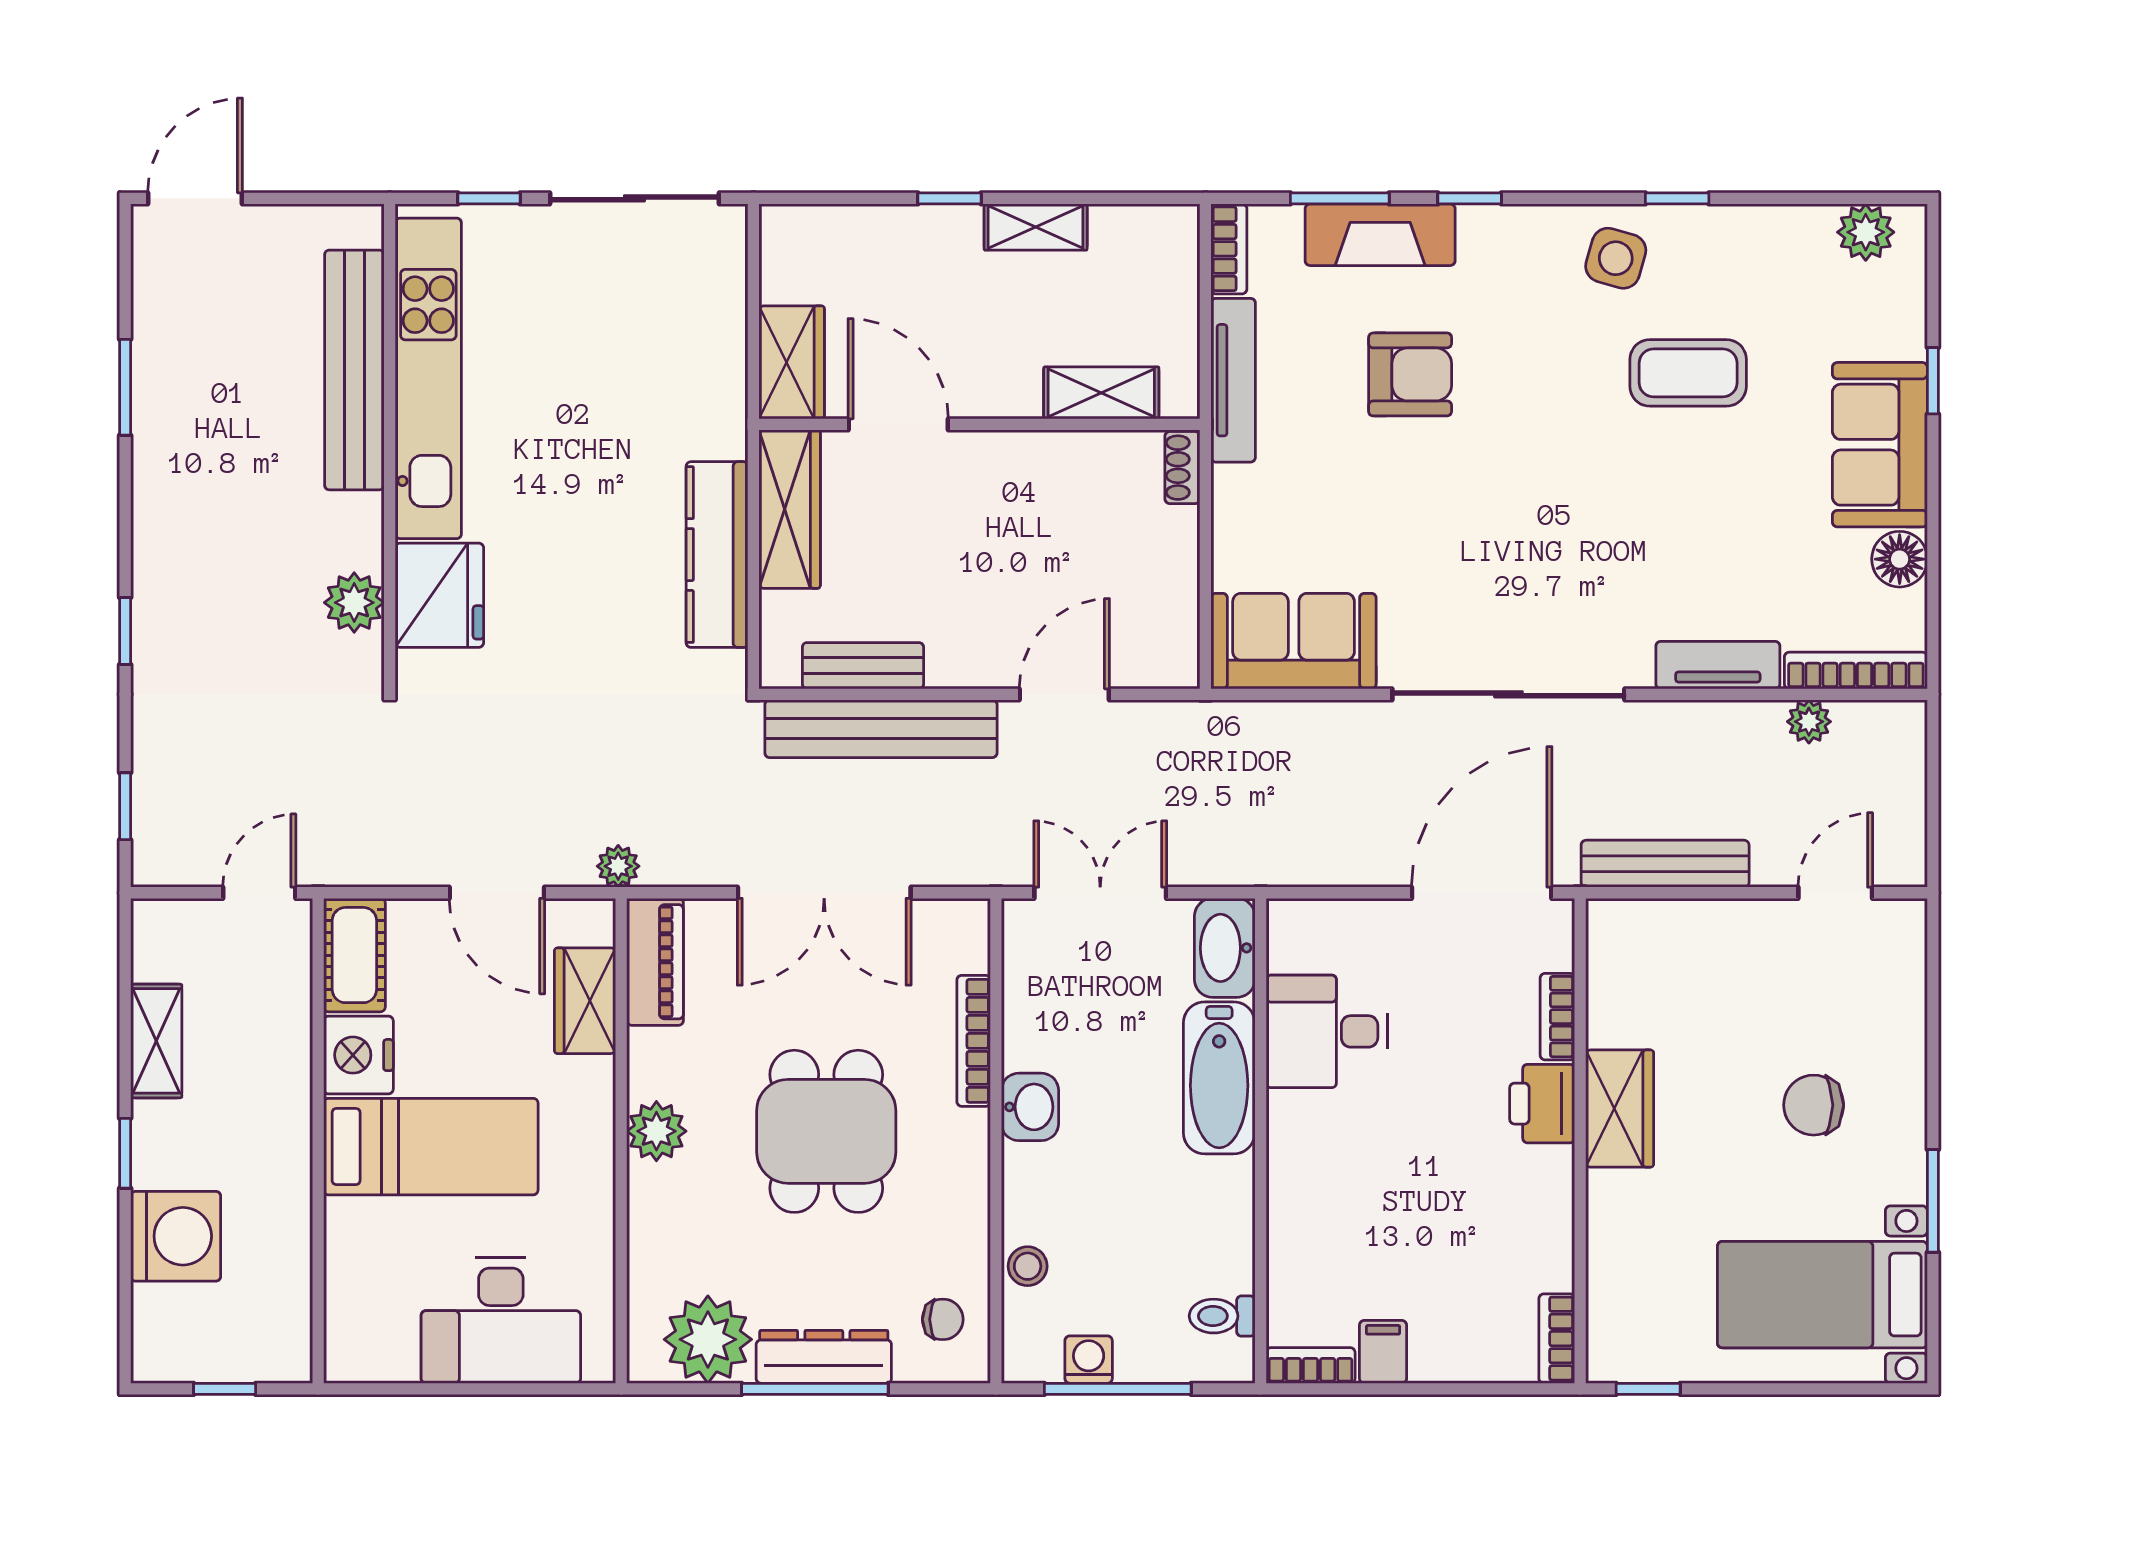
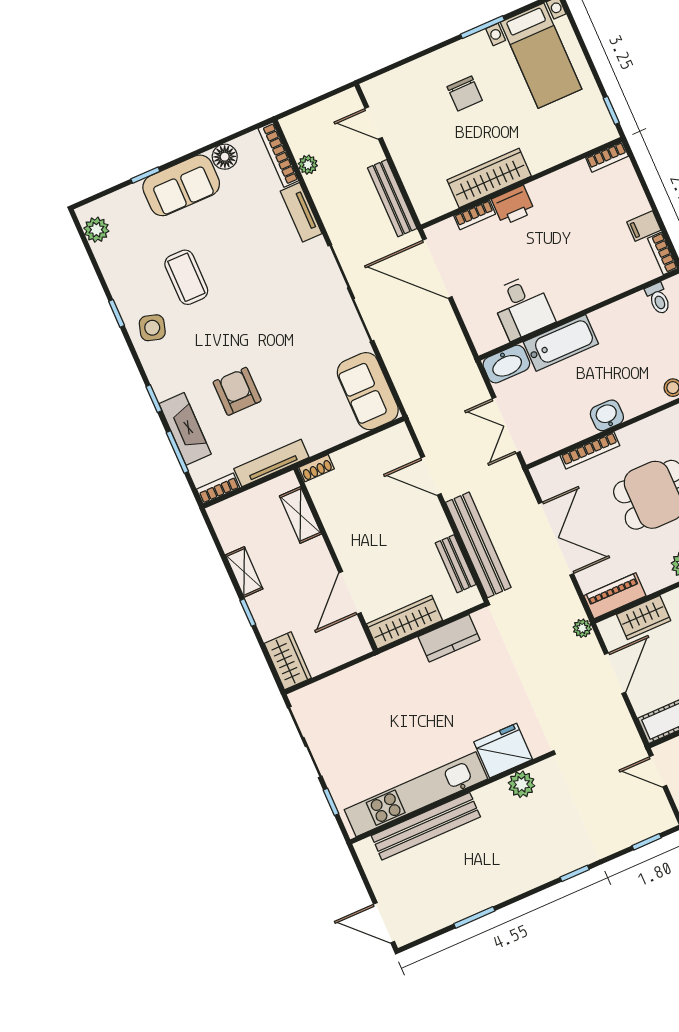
wardrobe: (792, 362) -> (288, 661), moved, turned 90
kitchen counter: (717, 555) -> (449, 638), width x0.67
wardrobe: (1620, 1109) -> (489, 178), width x1.50

